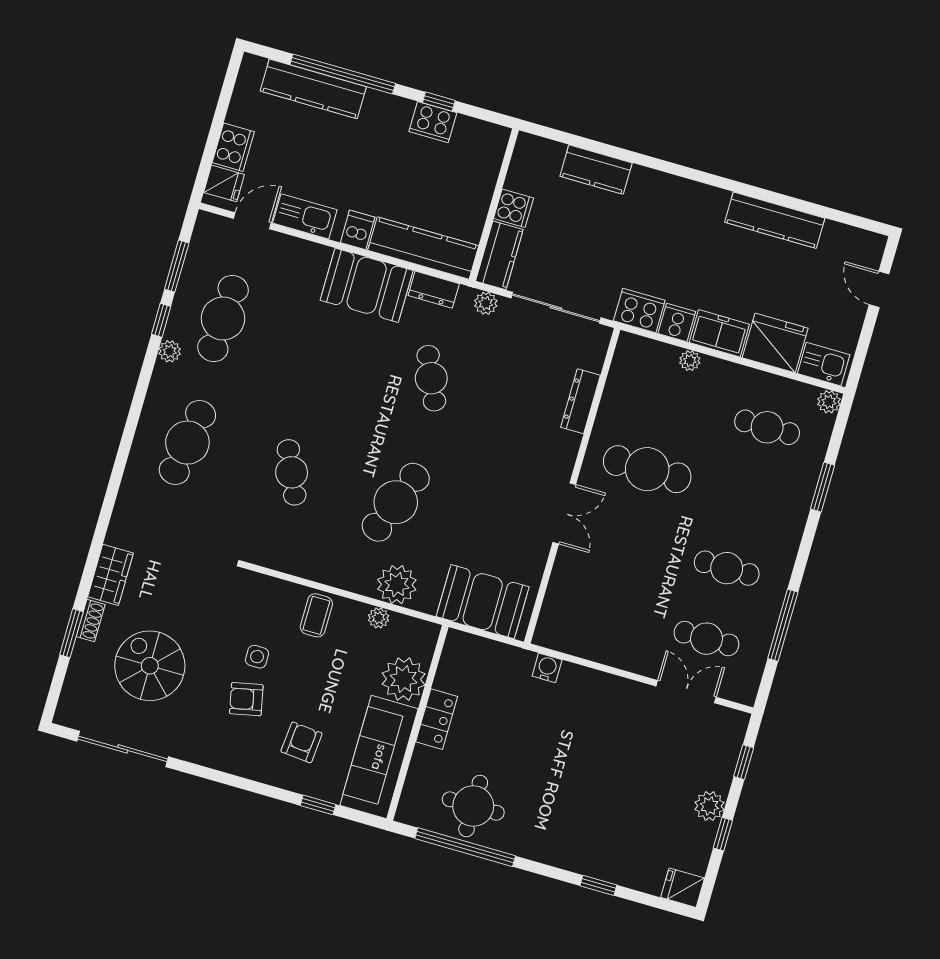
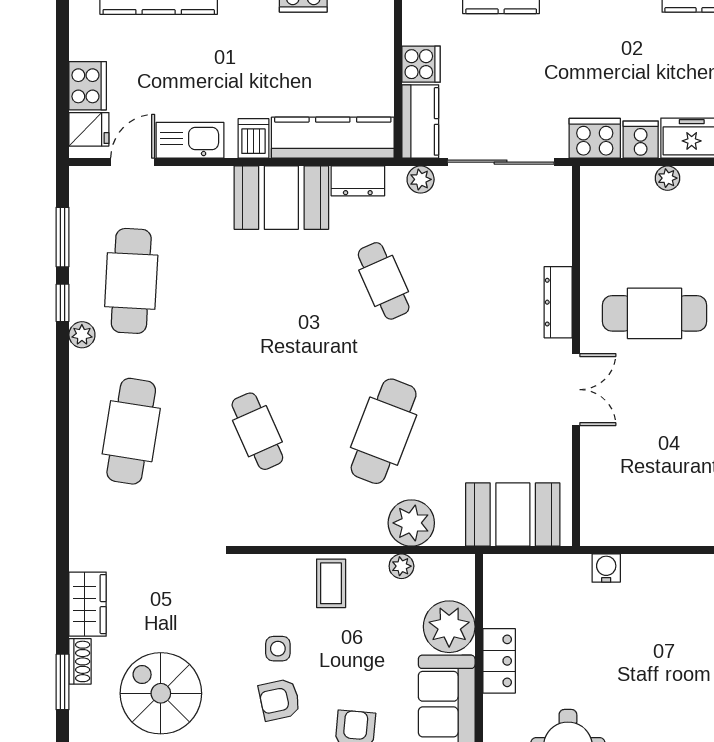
dresser: (581, 401) -> (558, 302), moved

